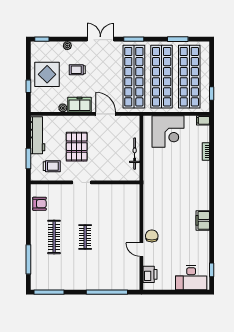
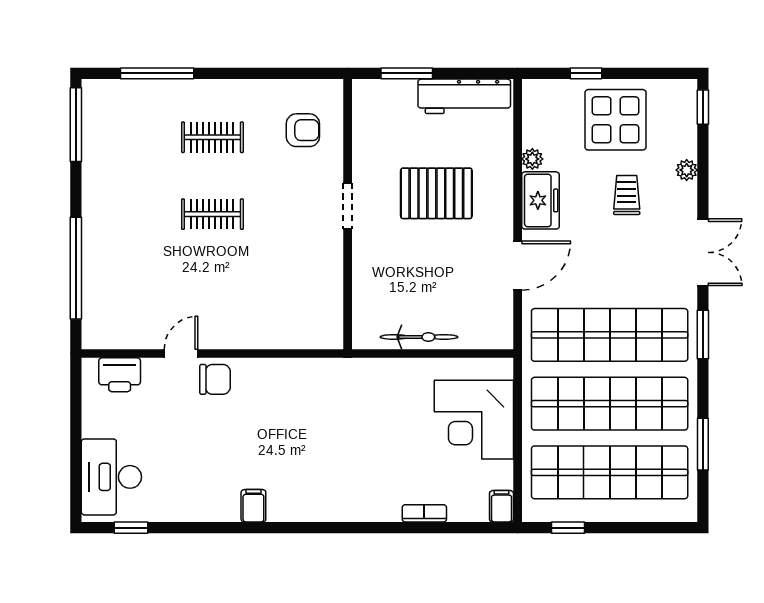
trolley: (52, 166) -> (388, 132), removed
armchair: (39, 204) -> (303, 130), moved, turned -90
filing cabinet: (203, 220) -> (253, 506), width x0.50
clothes rail: (54, 237) -> (212, 137), width x0.73

